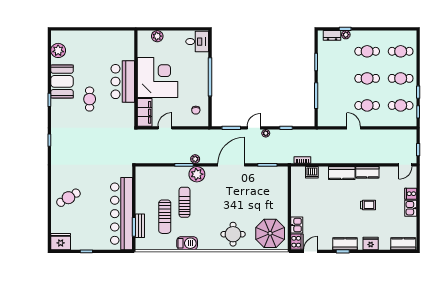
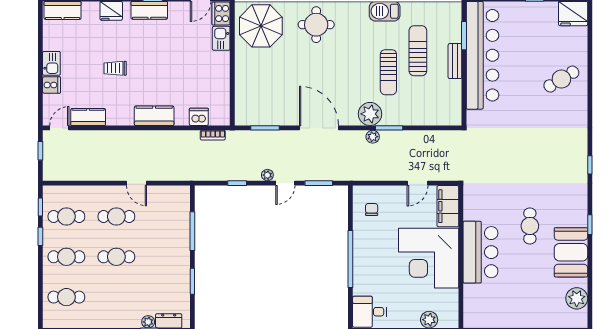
cafe table: (367, 51) -> (116, 297), removed
door: (231, 165) -> (319, 128), swing flipped
kitchen counter: (367, 172) -> (88, 117), moved
bench: (140, 226) -> (455, 61), moved

